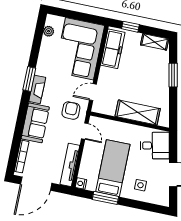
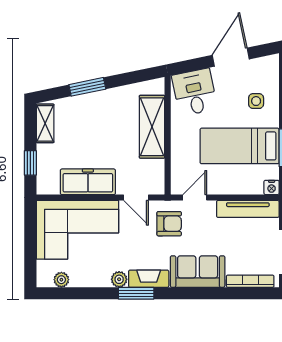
freezer: (113, 49) -> (88, 182), moved
plant: (41, 70) -> (119, 279), added
armchair: (71, 111) -> (169, 224), turned 180

